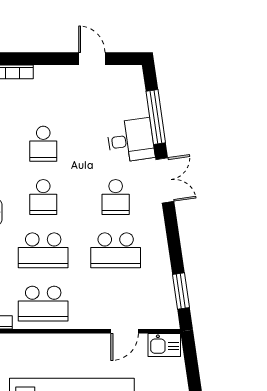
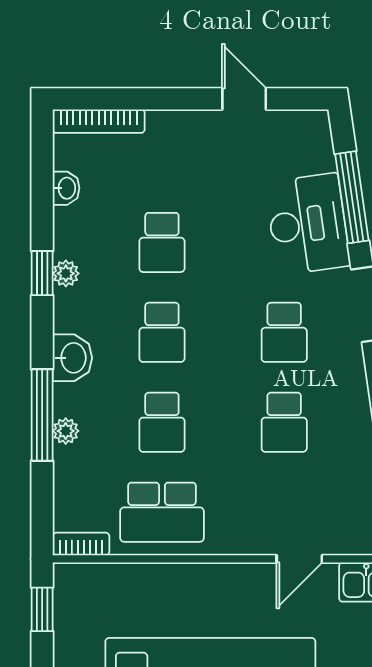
desk: (131, 140) -> (308, 224), width x1.37
school desk: (43, 250) -> (162, 422), width x0.54
school desk: (116, 250) -> (284, 422), width x0.54

